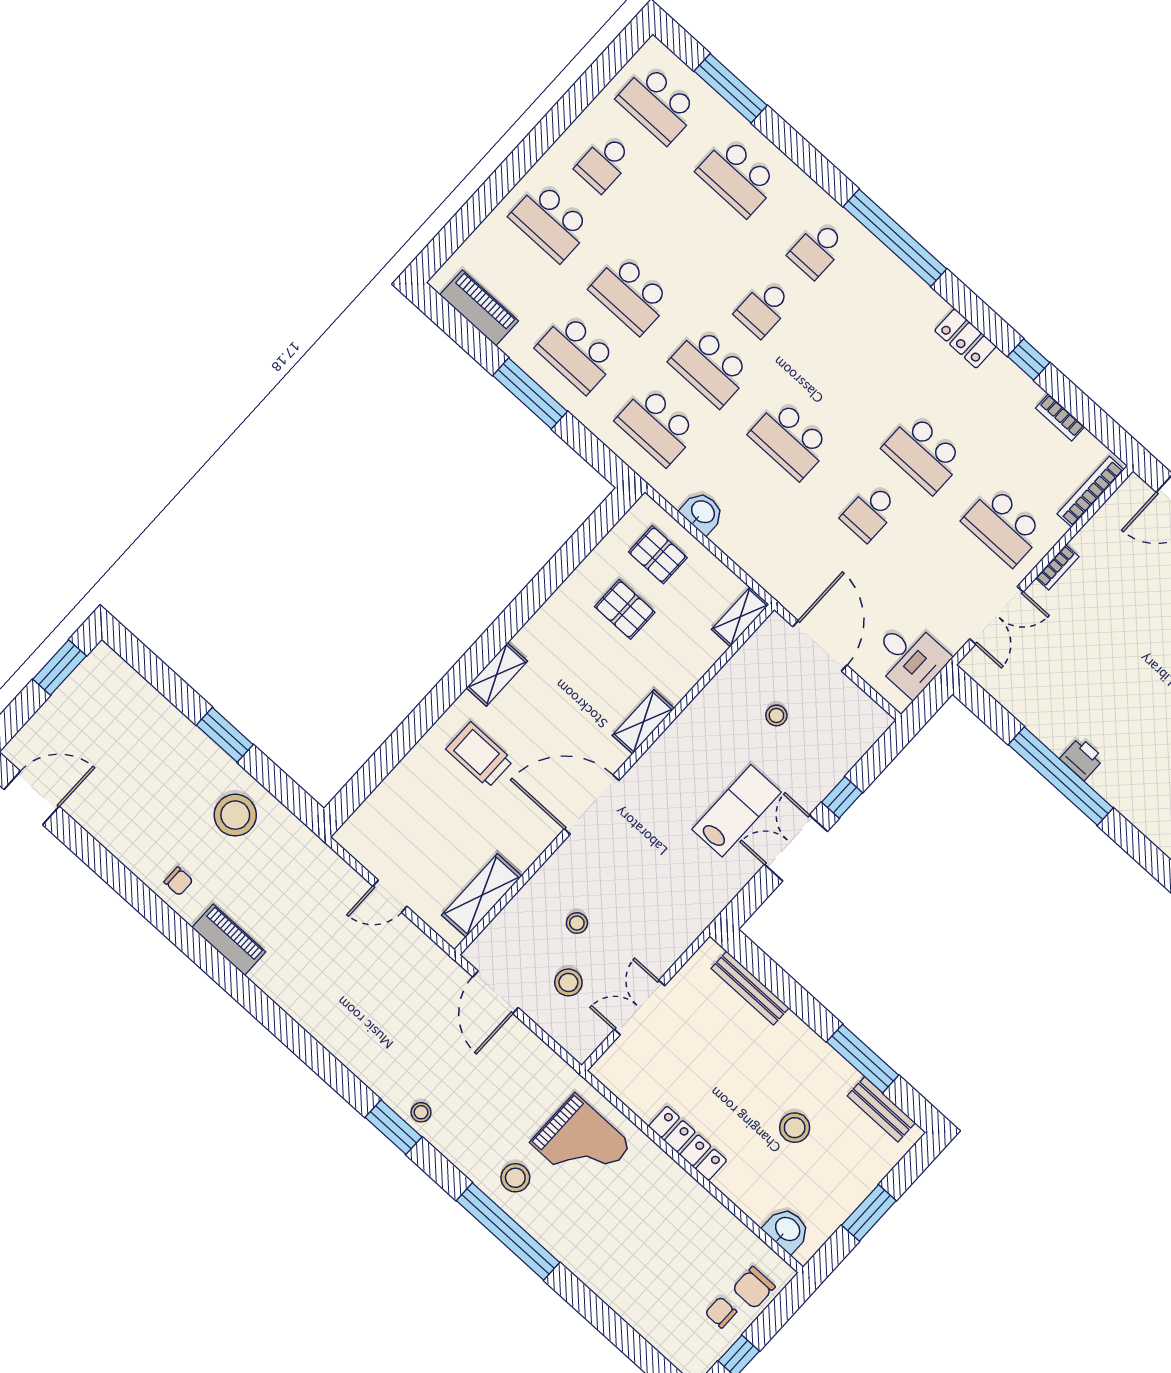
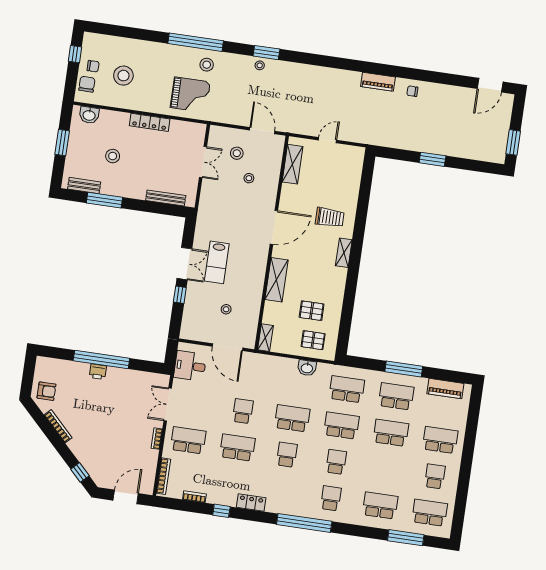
school desk: (844, 381) -> (287, 455), added
shelving: (643, 722) -> (277, 280), width x1.50, depth x1.33
stool: (235, 815) -> (123, 76), moved
grand piano: (581, 1144) -> (190, 95), turned 180

